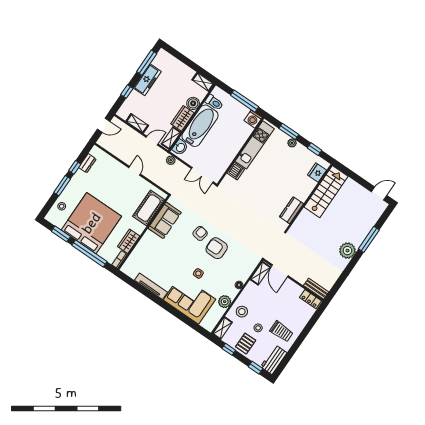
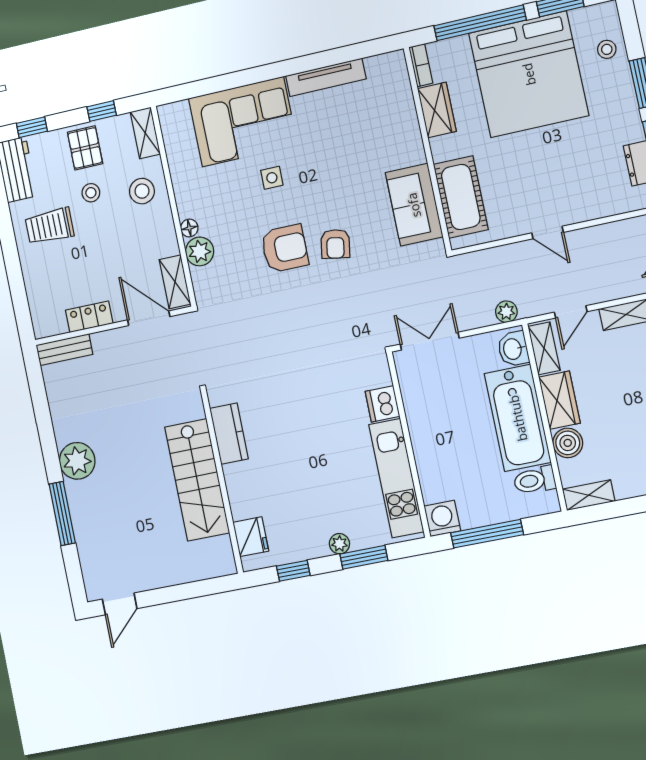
stairs: (326, 192) -> (197, 480), moved
locker: (310, 299) -> (89, 317), moved
plant: (225, 302) -> (200, 251), moved

